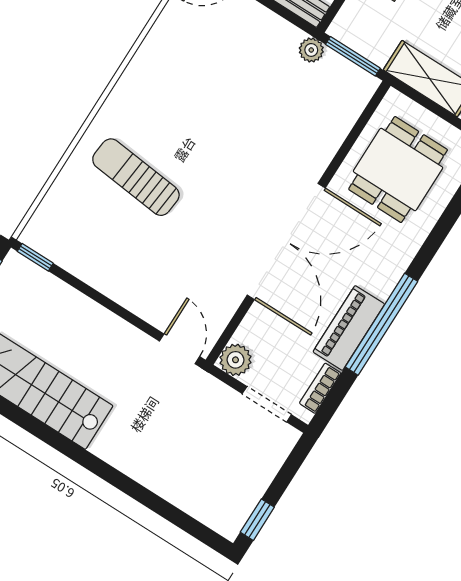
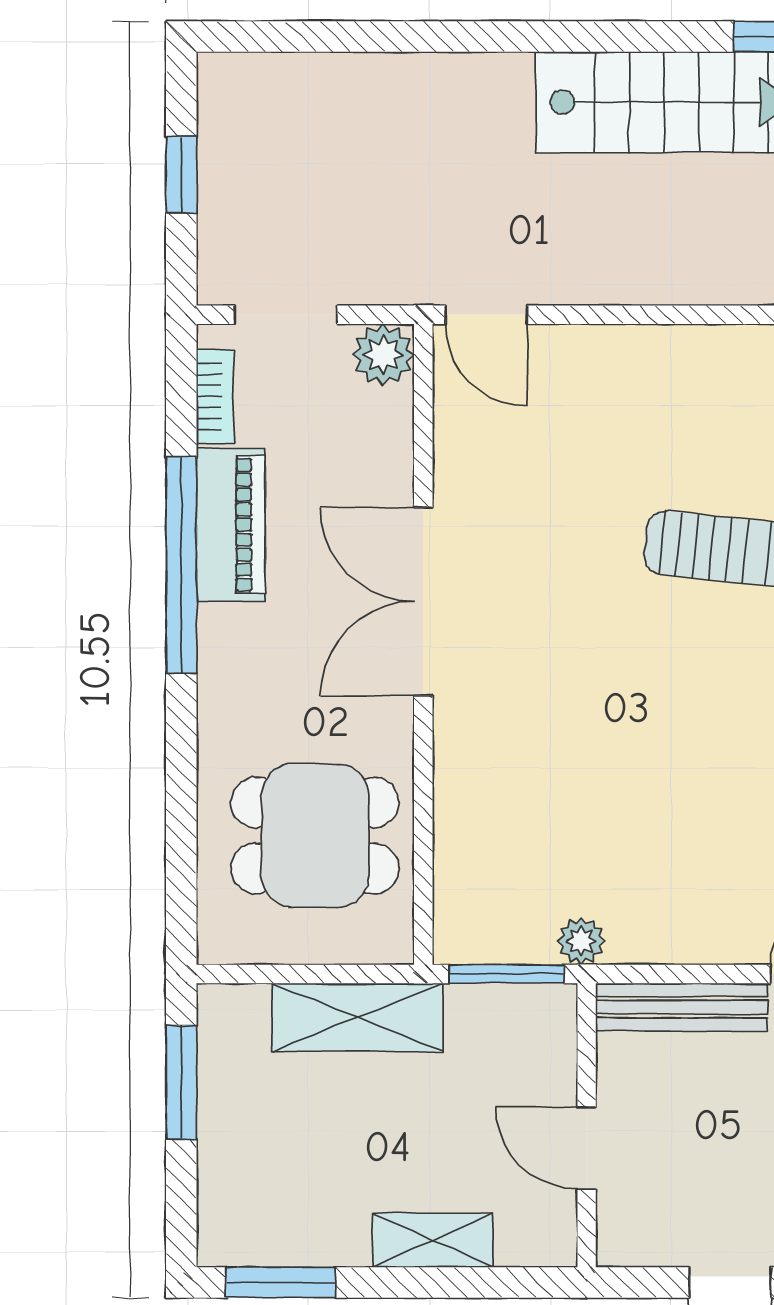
dining table: (398, 169) -> (315, 835), turned 90
double door: (286, 241) -> (423, 601), width x0.73
window: (257, 520) -> (181, 175), moved

